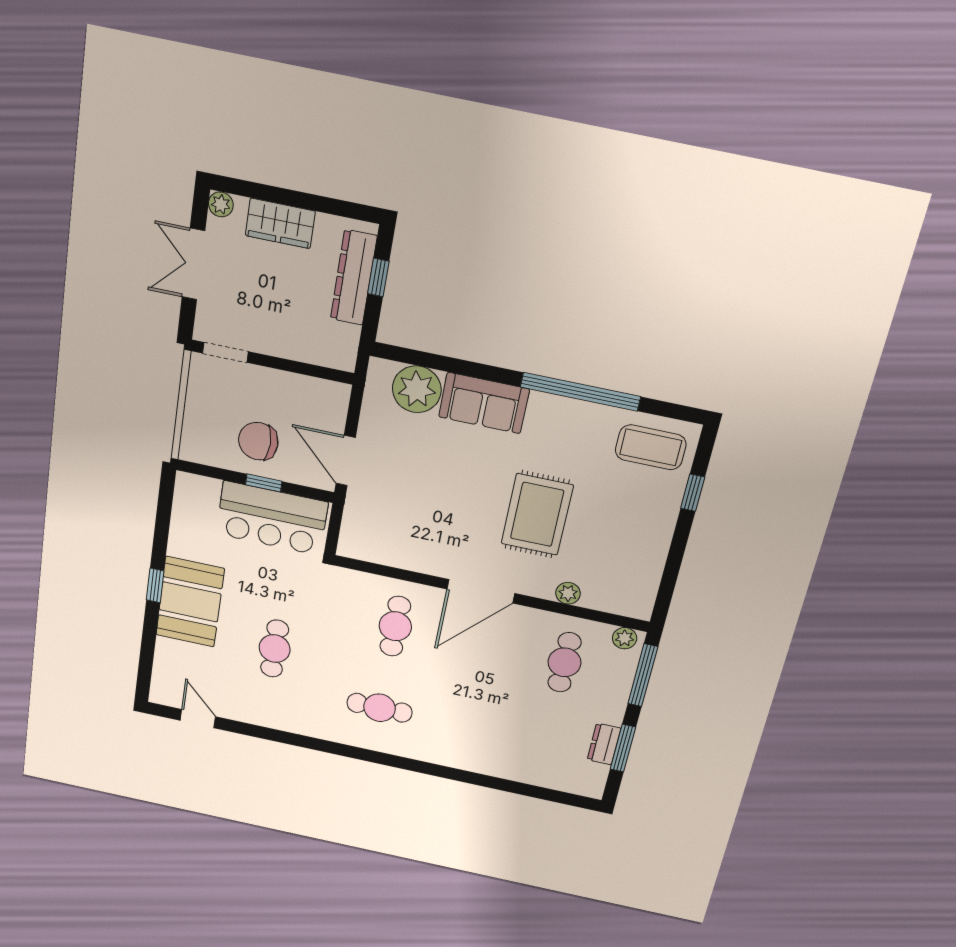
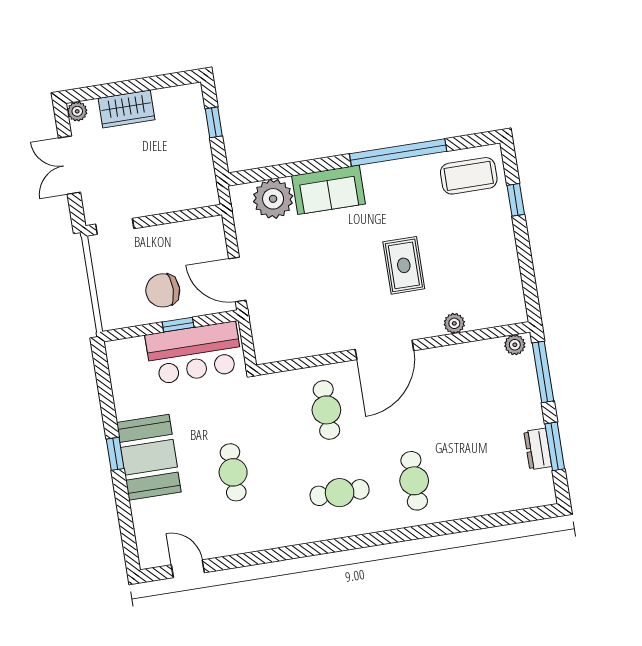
dresser: (354, 278) -> (195, 129), removed
rug: (537, 514) -> (404, 265), width x0.73, depth x0.70
cafe table: (564, 662) -> (414, 481), moved

